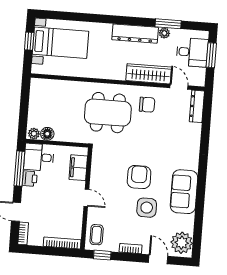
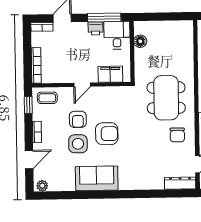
plant: (34, 134) -> (139, 28), removed
armchair: (122, 205) -> (78, 119), added
plant: (182, 243) -> (42, 186), width x0.53, depth x0.53

